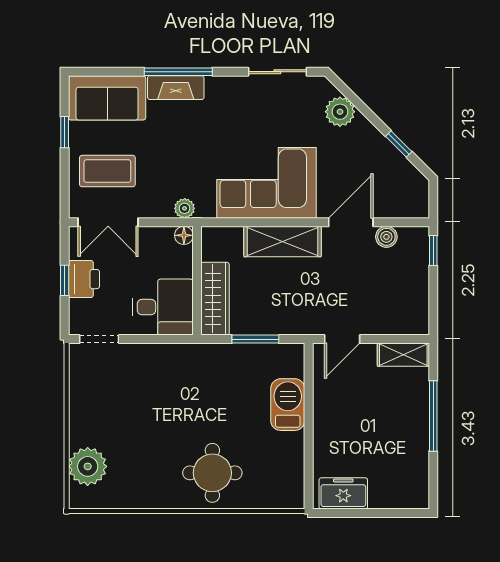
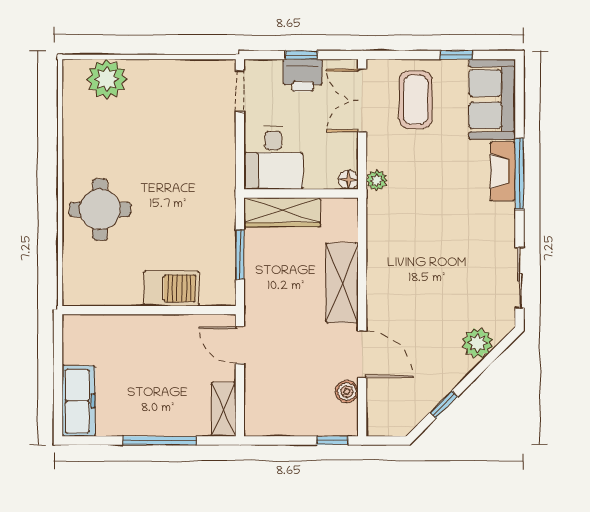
corner sofa: (267, 183) -> (403, 266), removed
freezer: (343, 493) -> (79, 401), moved, width x1.40

